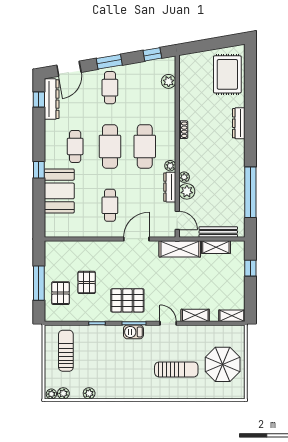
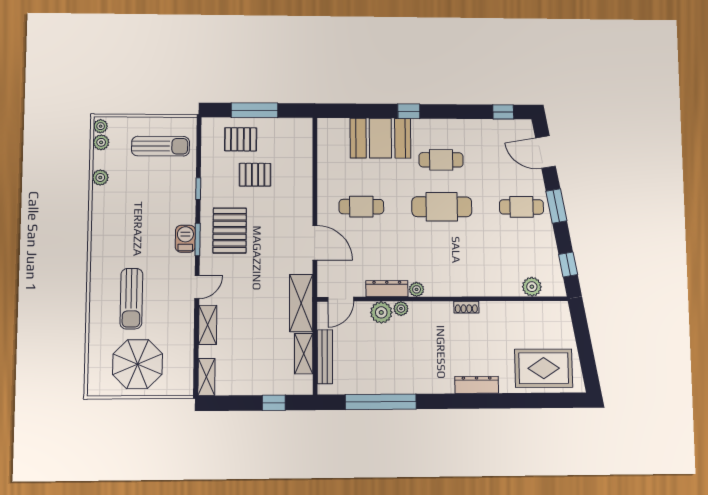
dresser: (52, 99) -> (504, 129), removed
cafe table: (145, 146) -> (442, 254), removed

